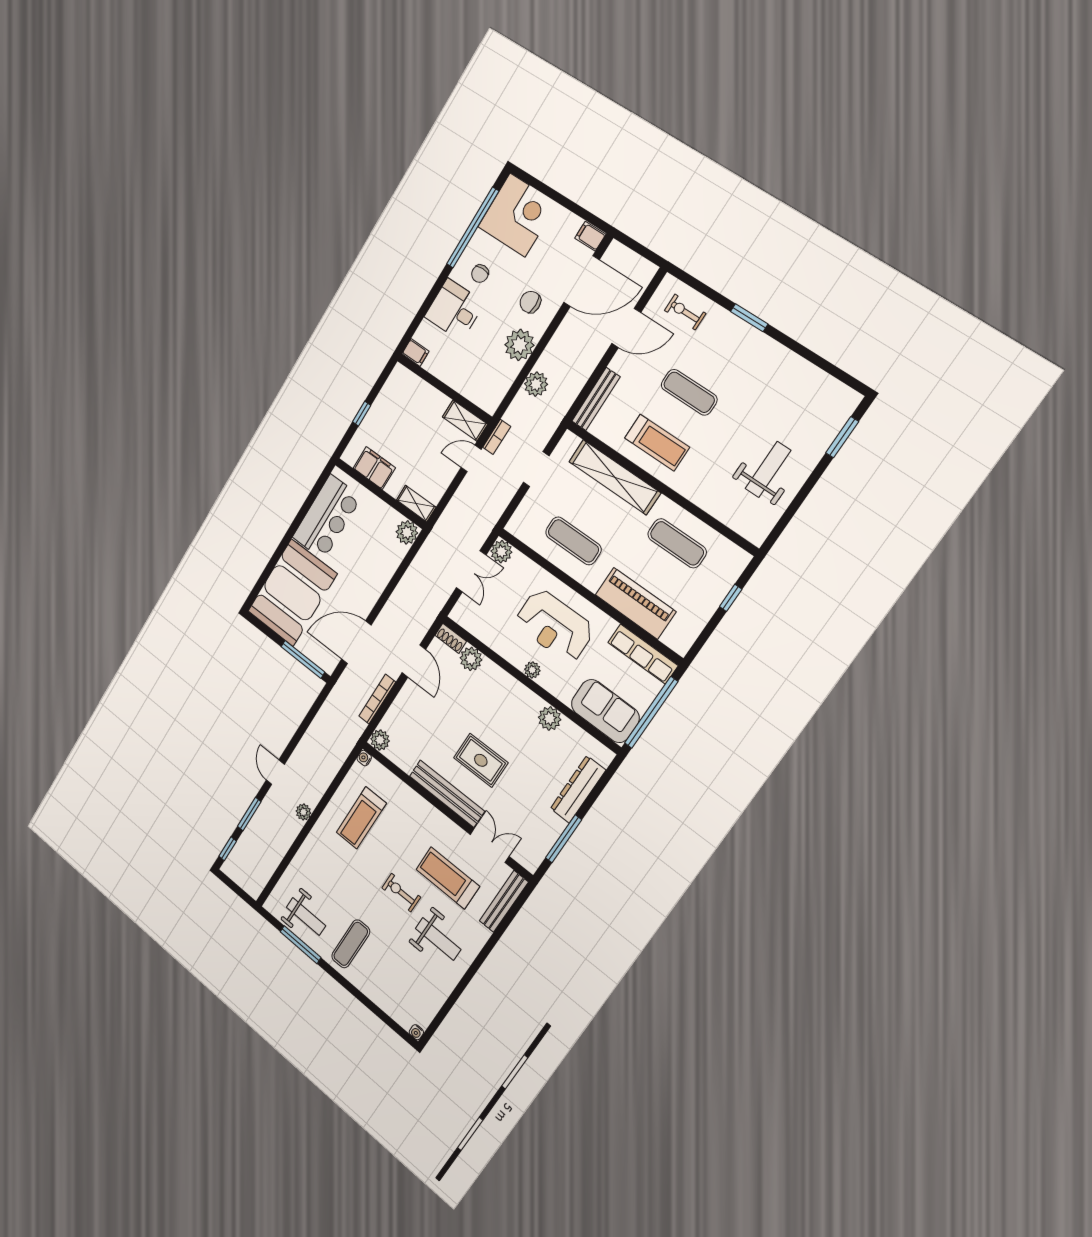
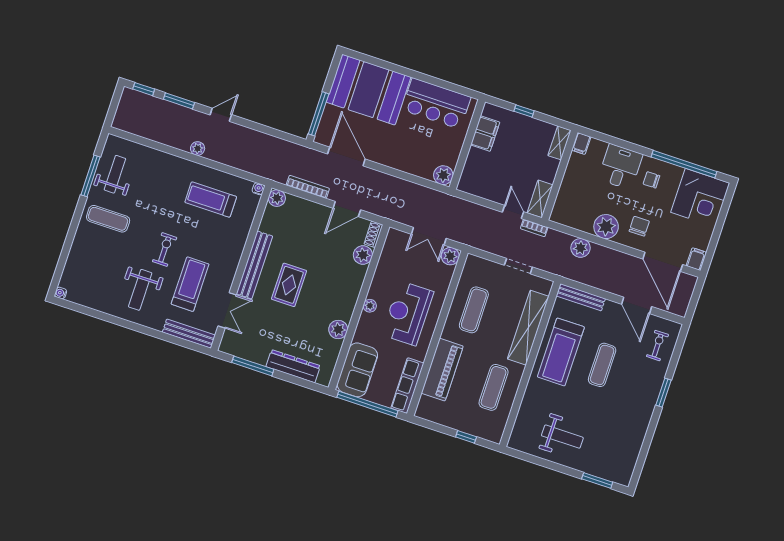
treadmill: (657, 443) -> (561, 352), width x1.37, depth x1.38
shelving: (416, 504) -> (559, 143), moved
weight bench: (306, 916) -> (115, 174), turned 180

